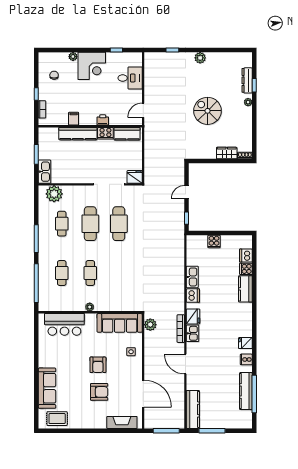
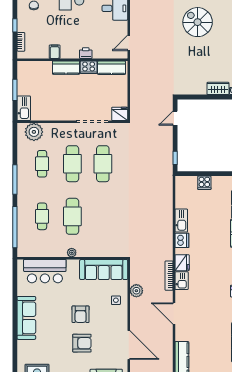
spiral stairs: (208, 111) -> (198, 22), moved
kitchen counter: (78, 134) -> (66, 68), width x0.67
door: (186, 192) -> (175, 118), moved
cafe table: (90, 273) -> (72, 216), width x1.37, depth x1.35
plant: (150, 325) -> (136, 291), moved
sofa: (47, 388) -> (26, 318), moved

